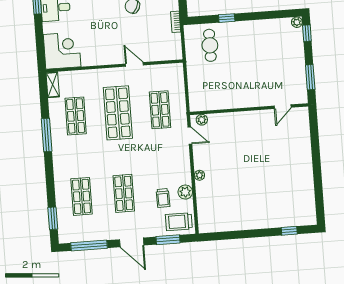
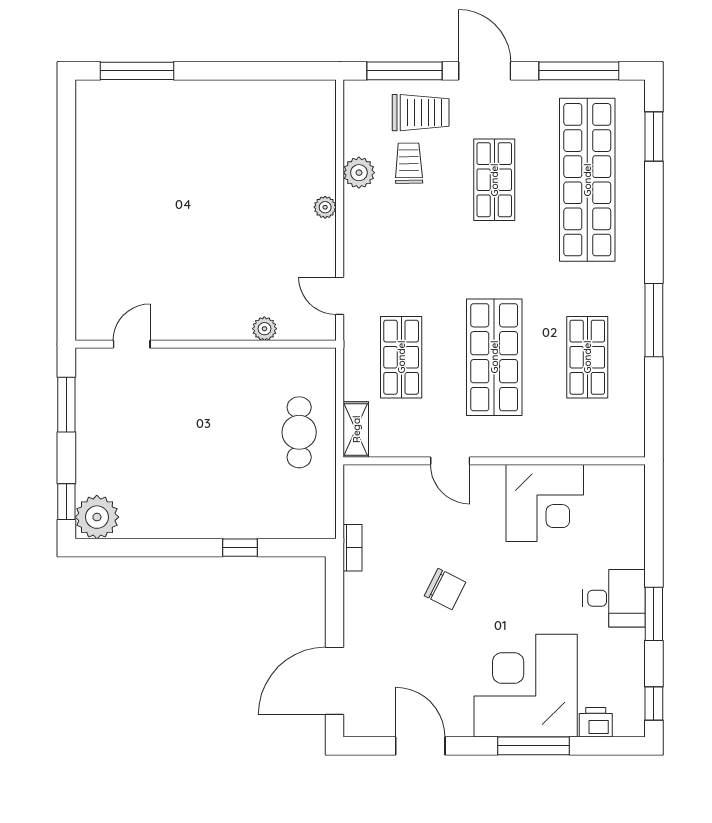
plant: (297, 22) -> (97, 517), width x1.87, depth x1.87
cafe table: (210, 45) -> (299, 432), moved
corner desk: (62, 51) -> (545, 503), moved, turned -90
shelving: (53, 85) -> (356, 429), moved
plant: (202, 120) -> (264, 329), moved
shop shelf: (82, 196) -> (587, 180), width x2.00, depth x1.36
trolley: (179, 222) -> (421, 113), moved
window: (289, 231) -> (137, 71), width x2.17
window: (168, 240) -> (404, 71), width x1.44

